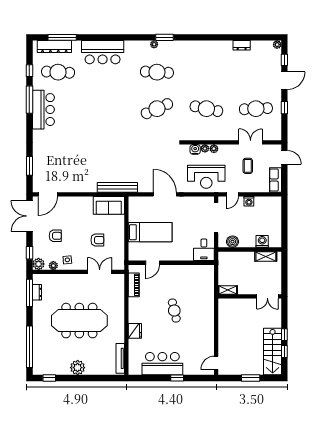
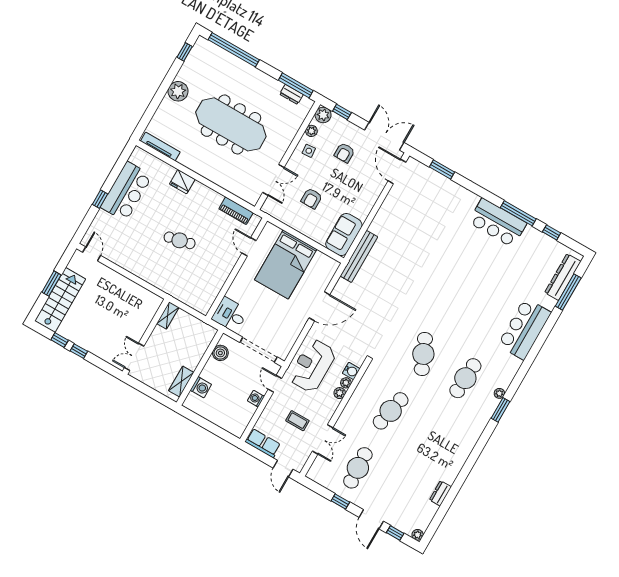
cafe table: (58, 72) -> (531, 264), removed
door: (284, 157) -> (283, 469), hinge flipped
bed: (150, 232) -> (286, 264), width x1.50
meeting table: (79, 321) -> (231, 124), turned 90
stairs: (273, 352) -> (60, 300), moved, turned 90

